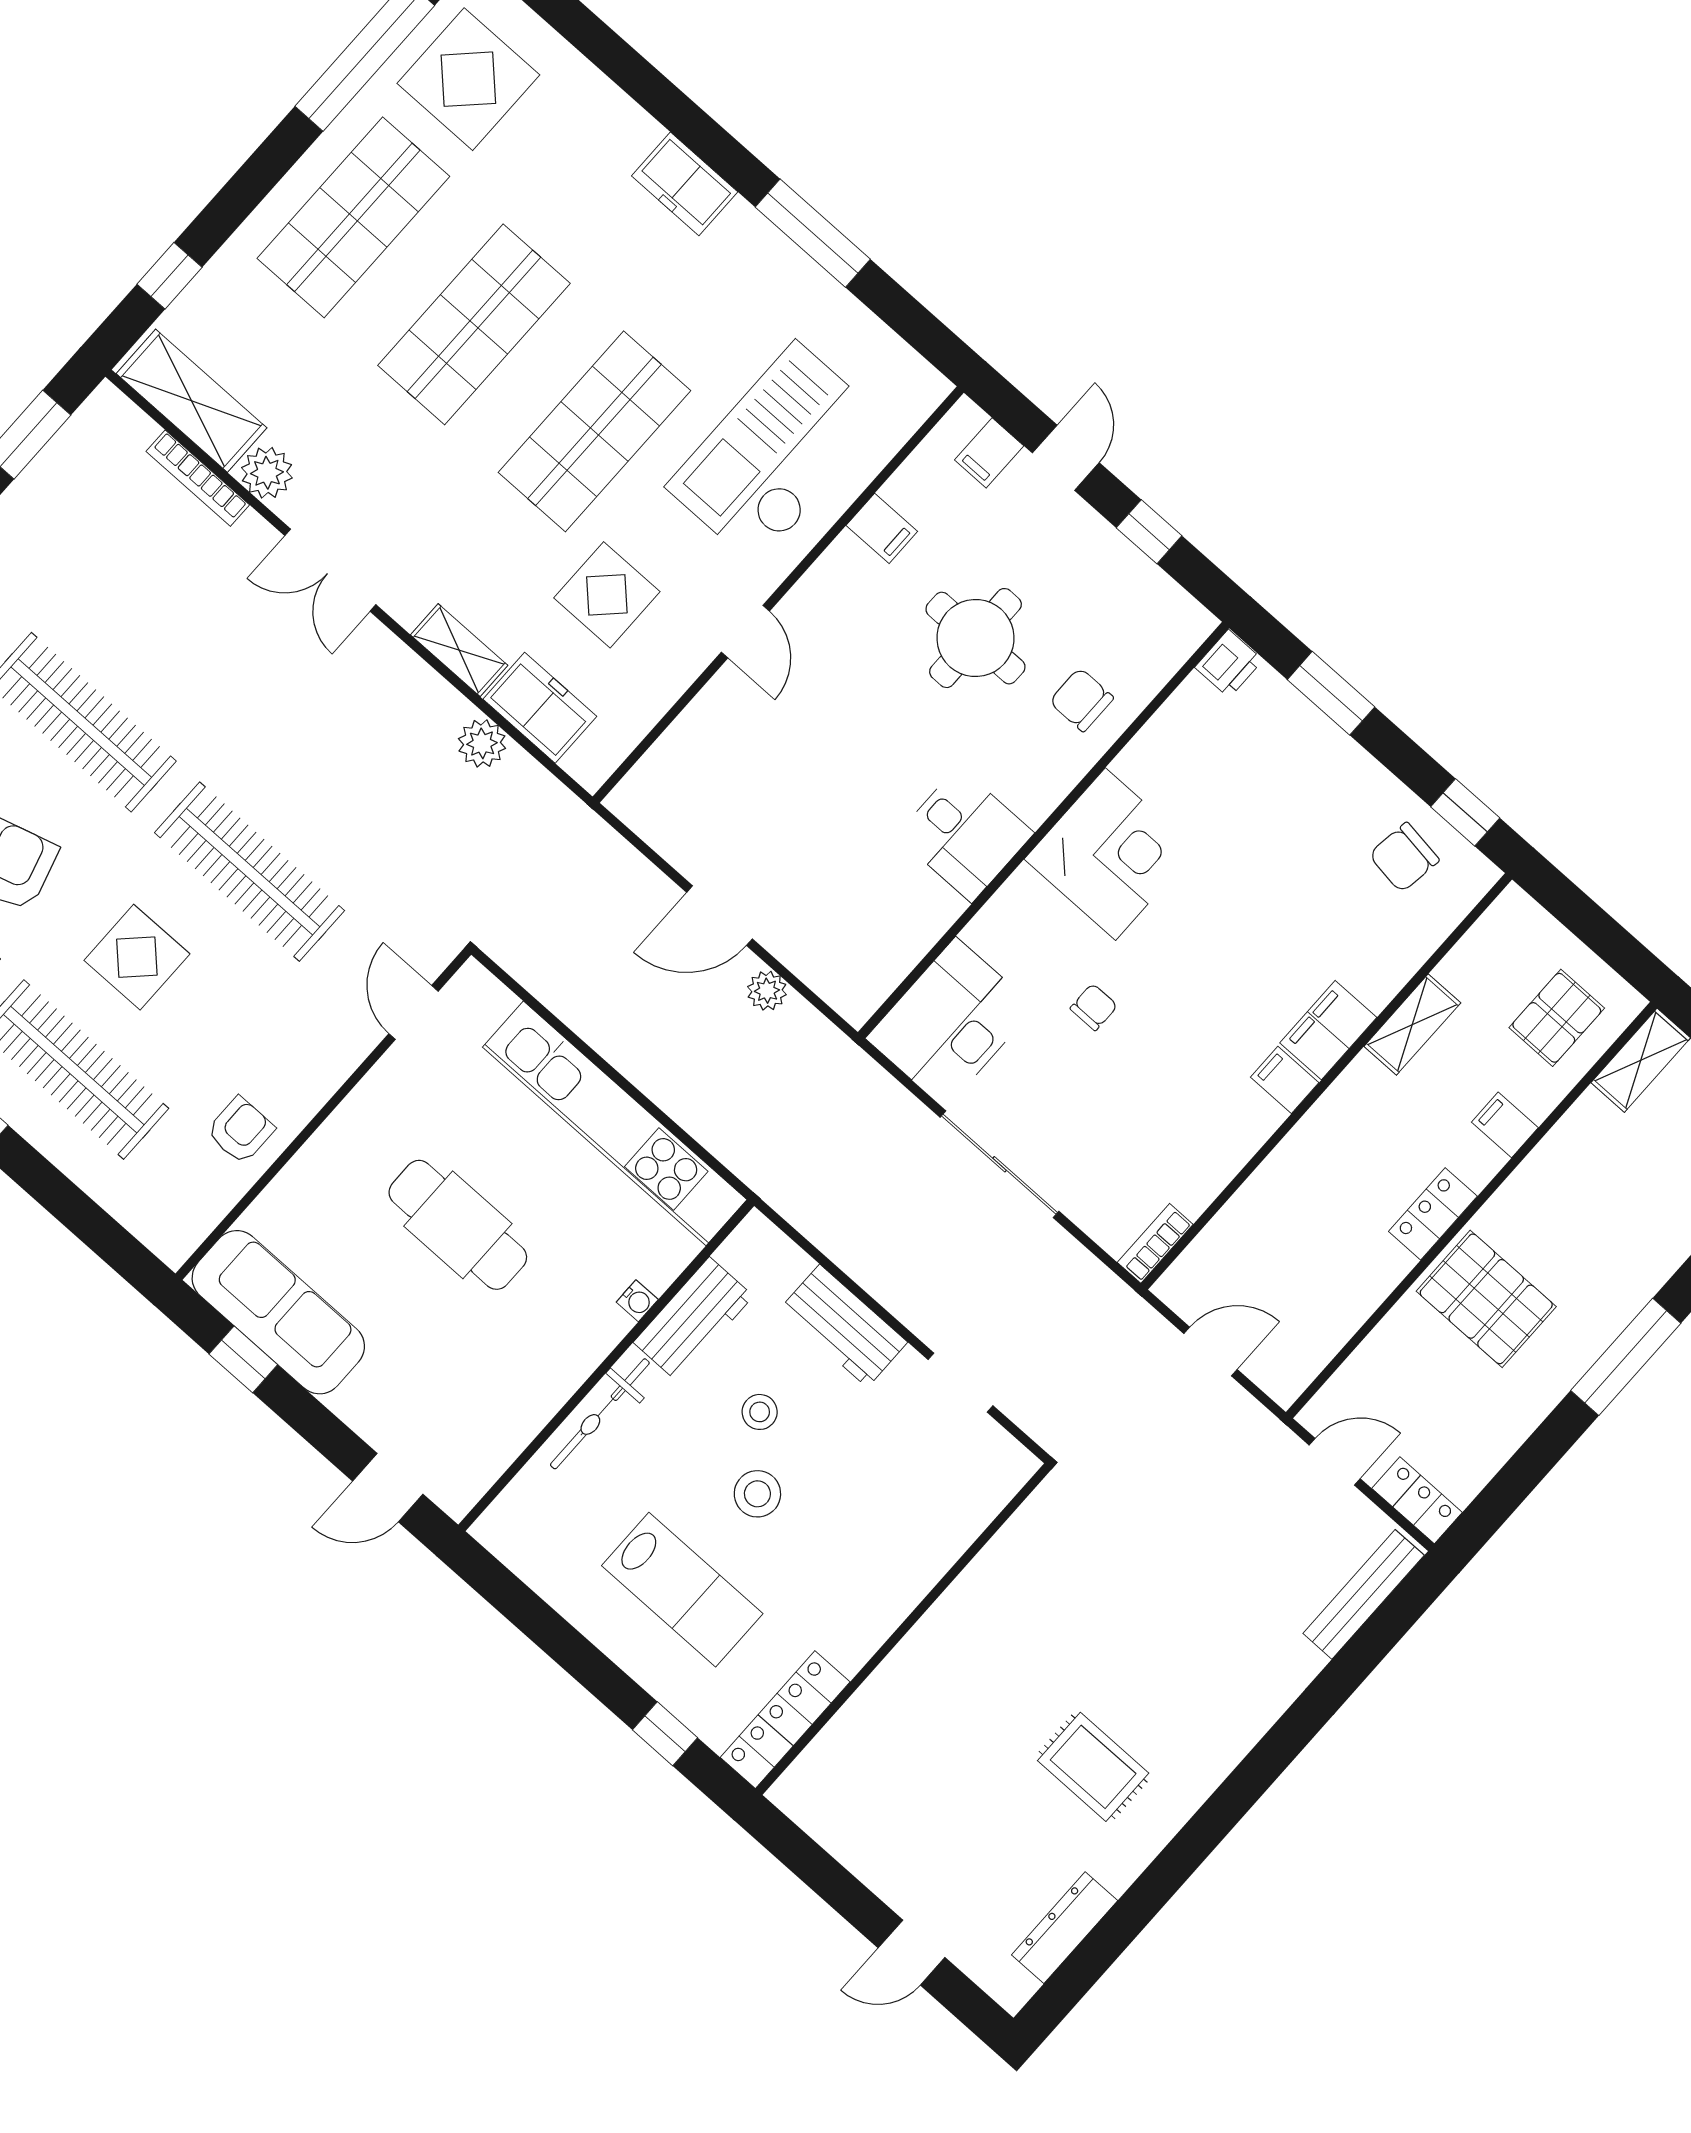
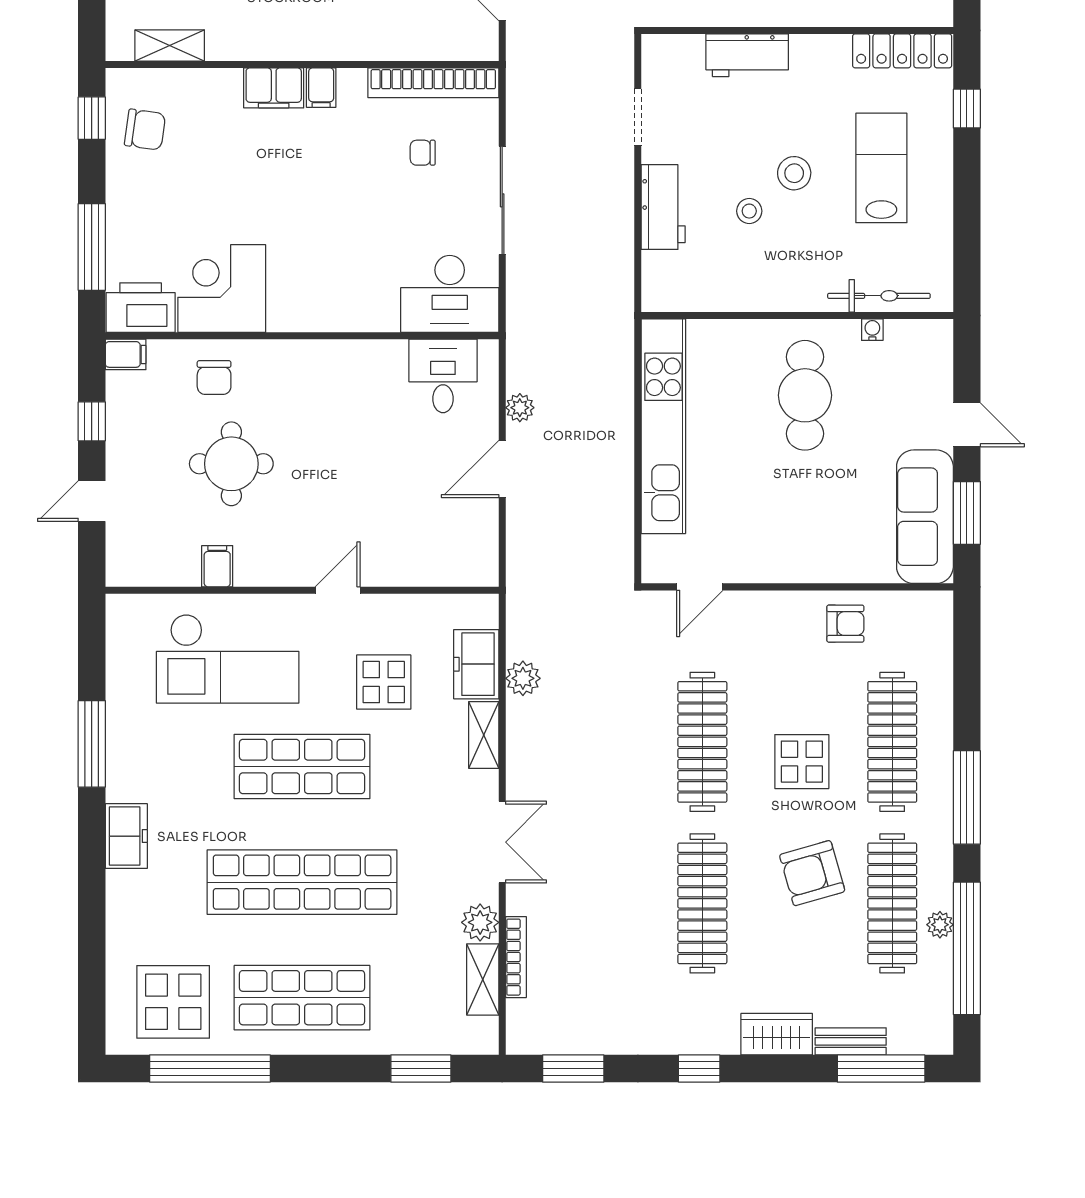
window: (169, 276) -> (421, 1069), width x1.50
shop shelf: (474, 324) -> (302, 882), width x1.40
shelving: (192, 401) -> (483, 979), width x0.67, depth x0.75
filing cabinet: (989, 453) -> (126, 354), moved
printer: (1229, 664) -> (141, 308), width x1.87, depth x1.48
window: (1331, 693) -> (92, 247), width x1.44
desk: (965, 834) -> (443, 376), moved
corner desk: (1110, 854) -> (222, 289), moved
door: (719, 916) -> (502, 469), swing flipped
chair: (1094, 1007) -> (423, 153), moved
shelving: (1412, 1025) -> (170, 45), moved
armchair: (241, 1130) -> (845, 624), turned 180
cafe table: (458, 1225) -> (805, 395), moved
bookcase: (1155, 1243) -> (433, 83), width x2.31, depth x1.31
water cooler: (637, 1301) -> (872, 330), moved
workbench: (693, 1319) -> (747, 55), moved, turned 180
window: (243, 1359) -> (967, 513), width x1.50
bicycle: (600, 1414) -> (879, 296), moved
door: (388, 1488) -> (967, 425), moved

